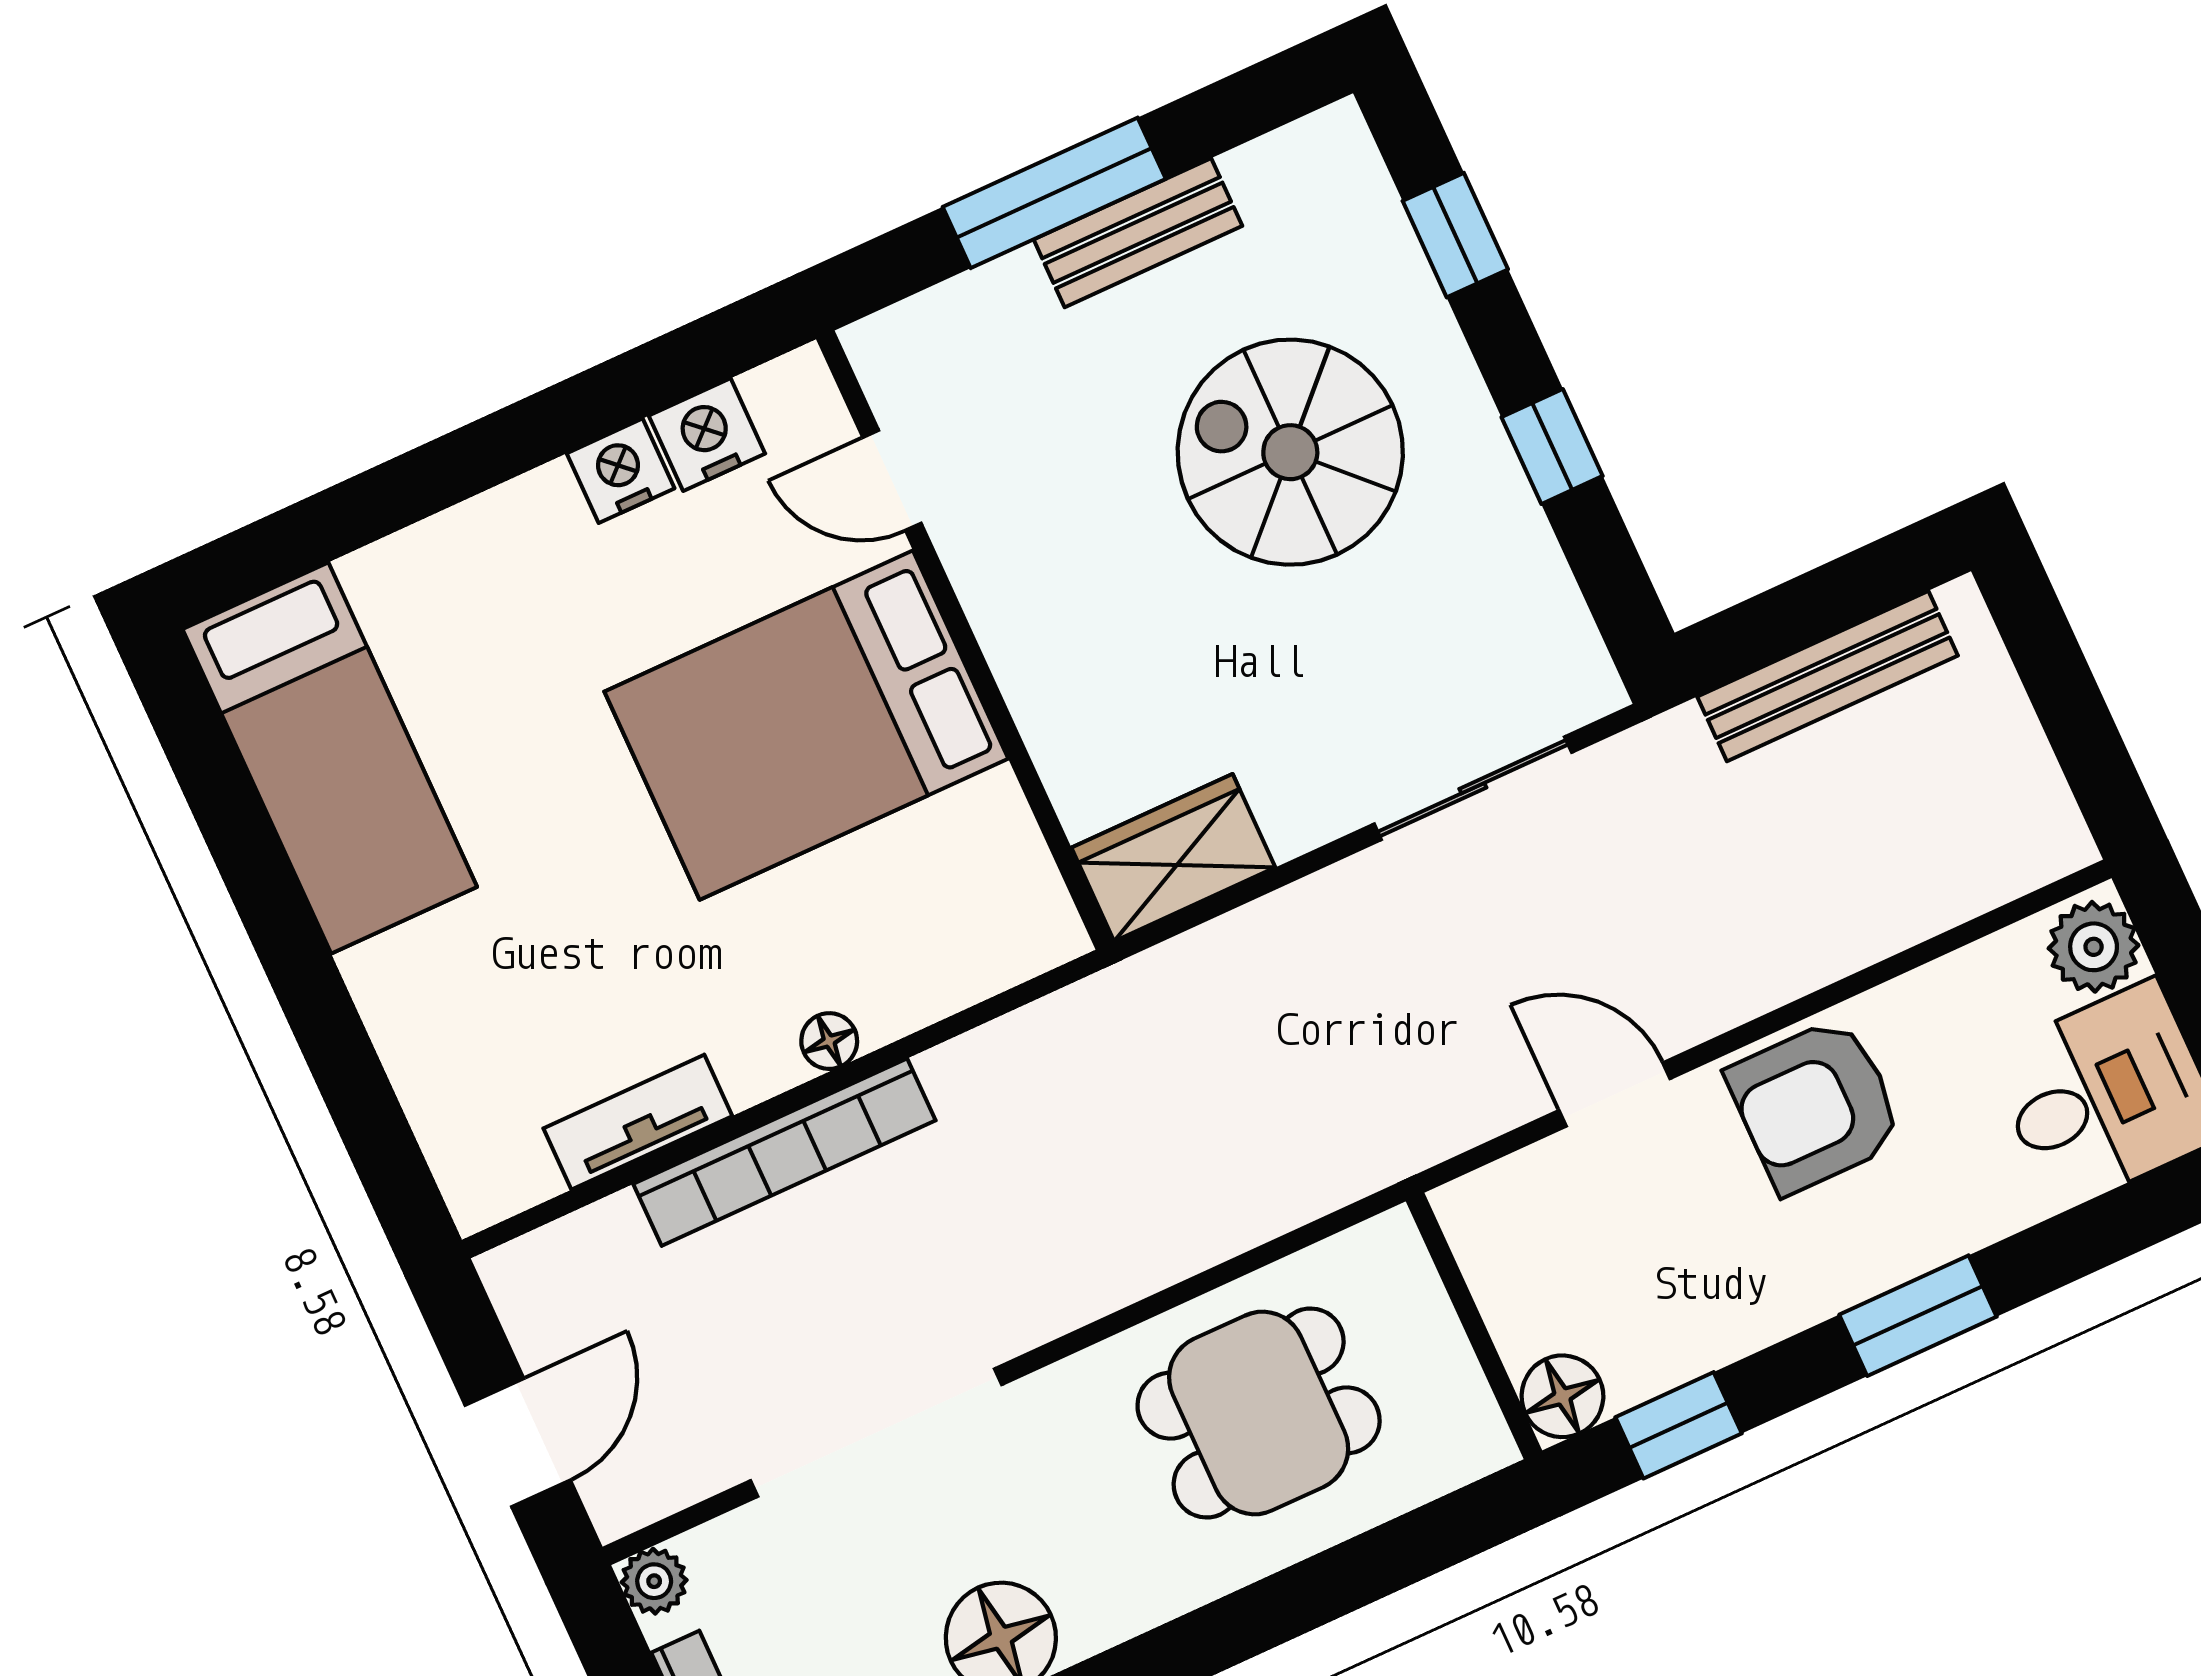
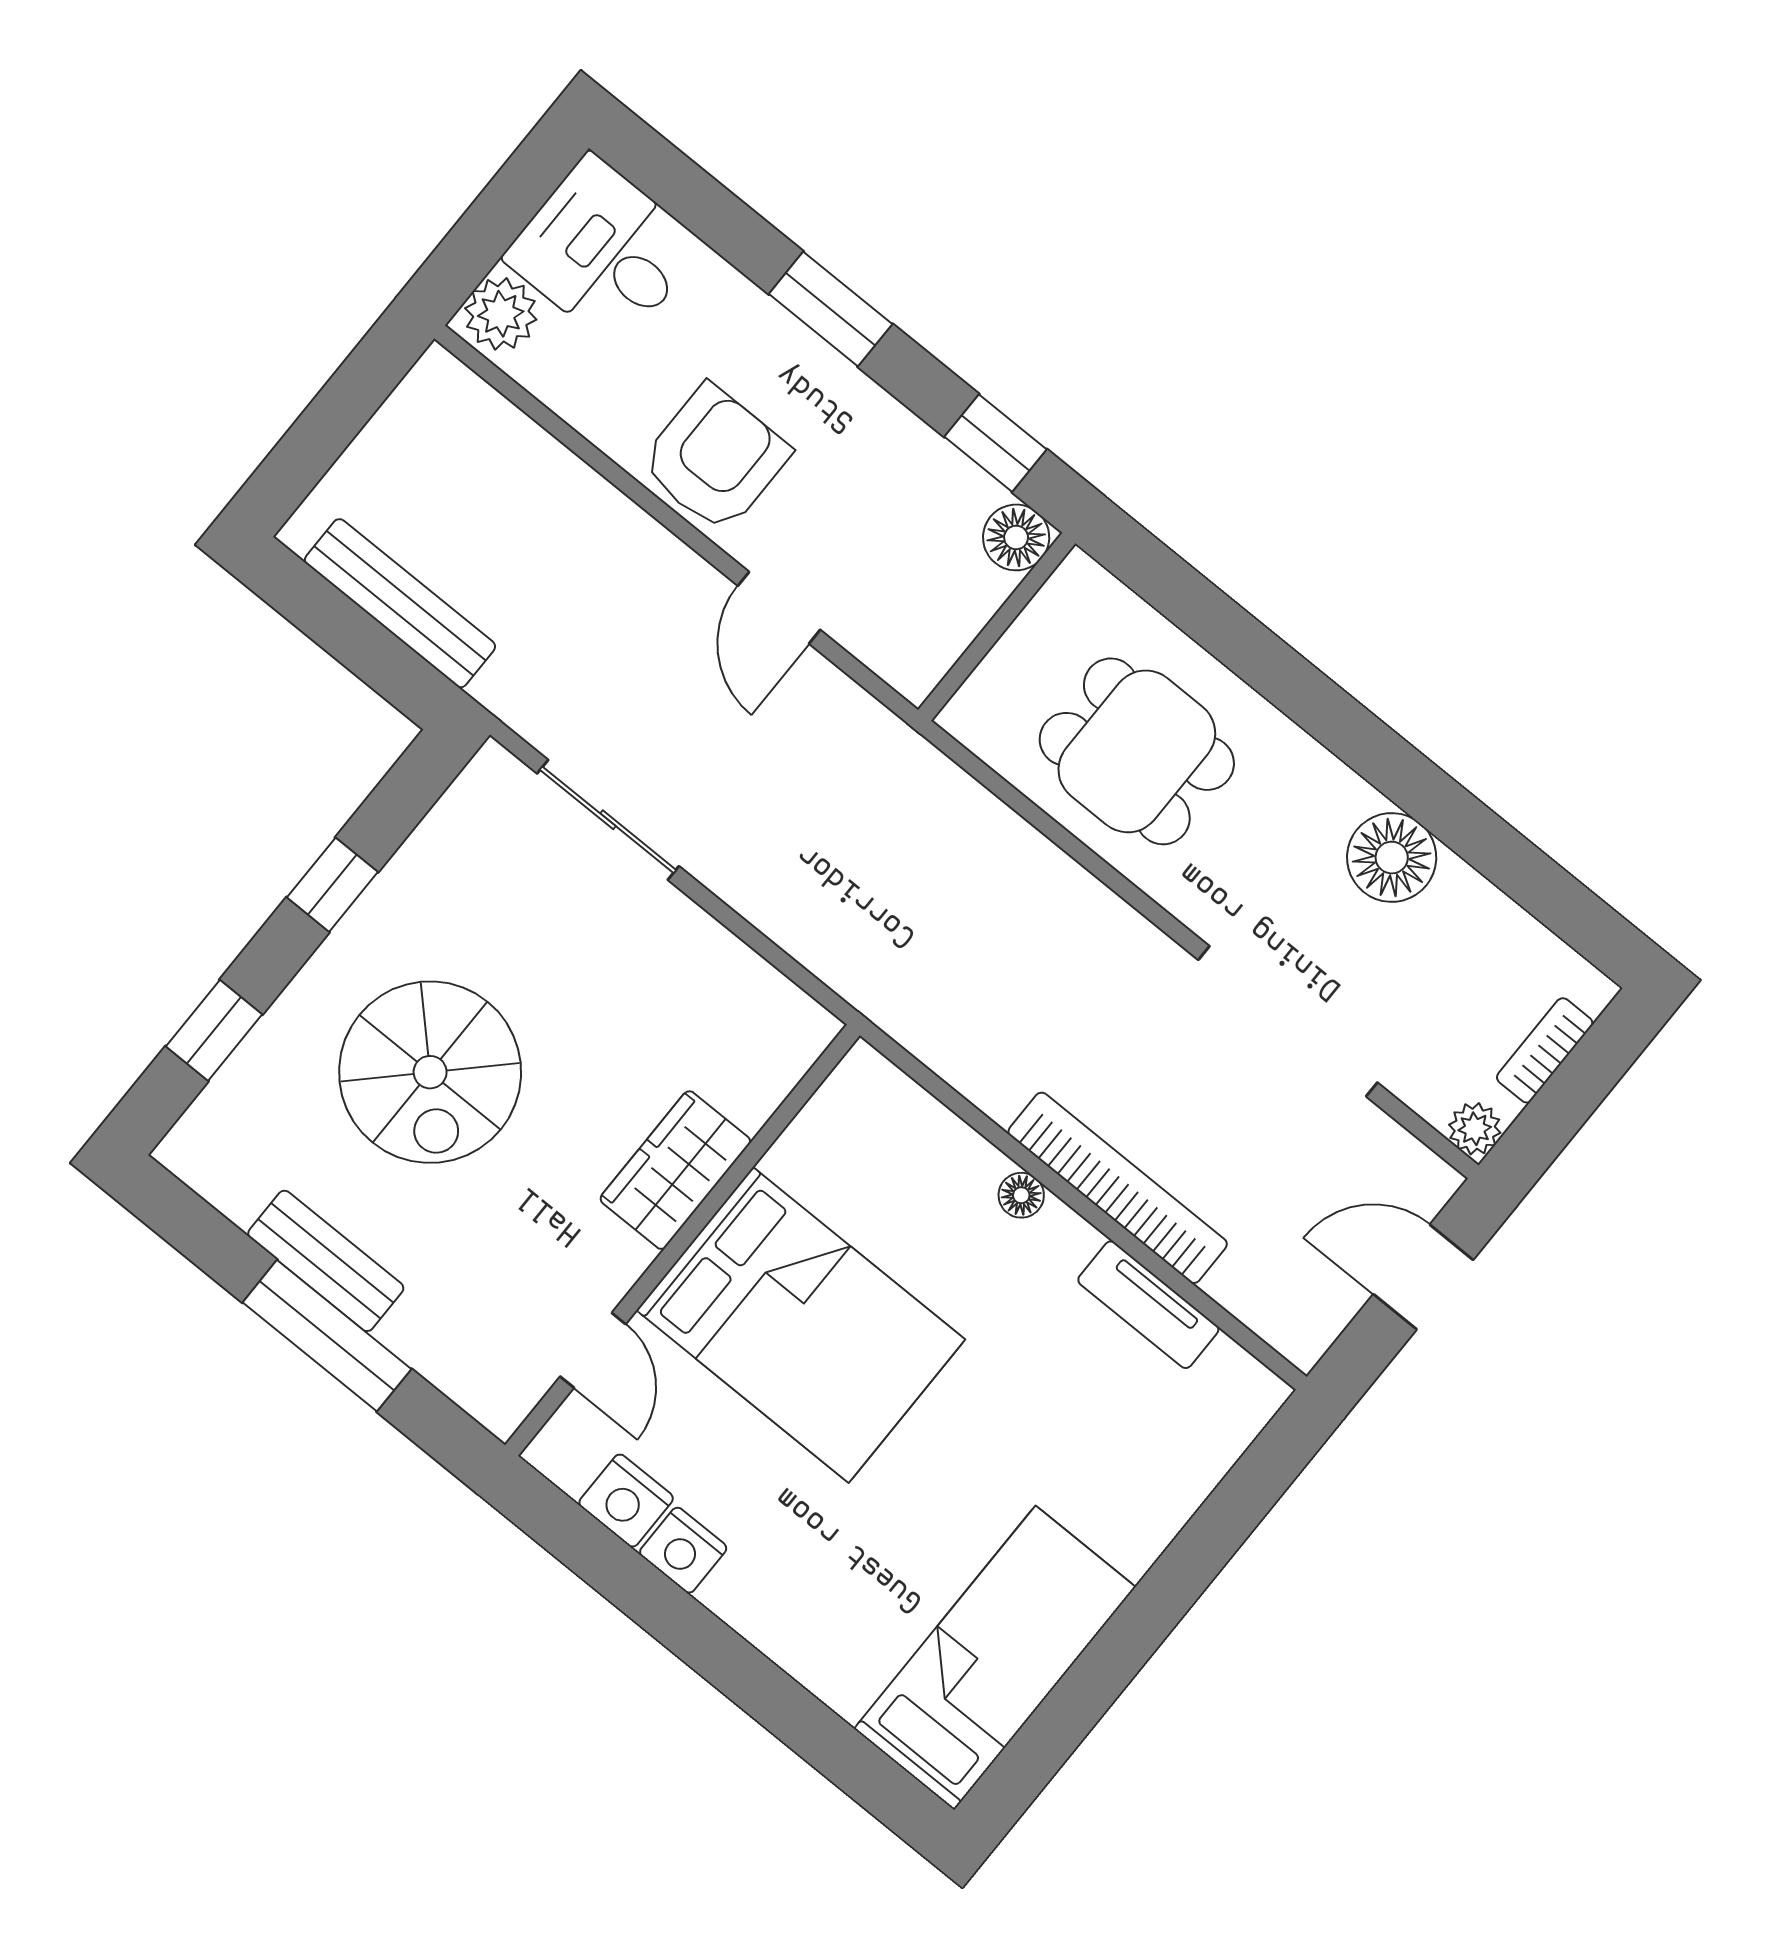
wardrobe: (1173, 858) -> (675, 1170), moved, turned 90
armchair: (1815, 1105) -> (715, 458), turned -90

